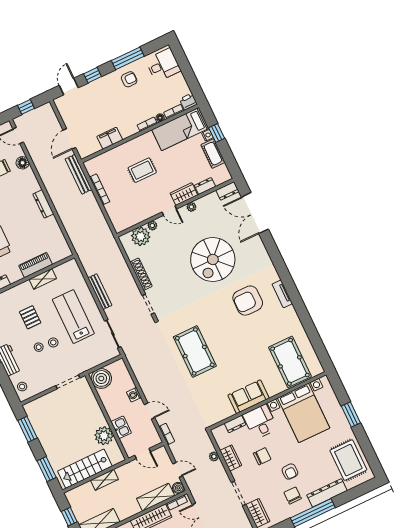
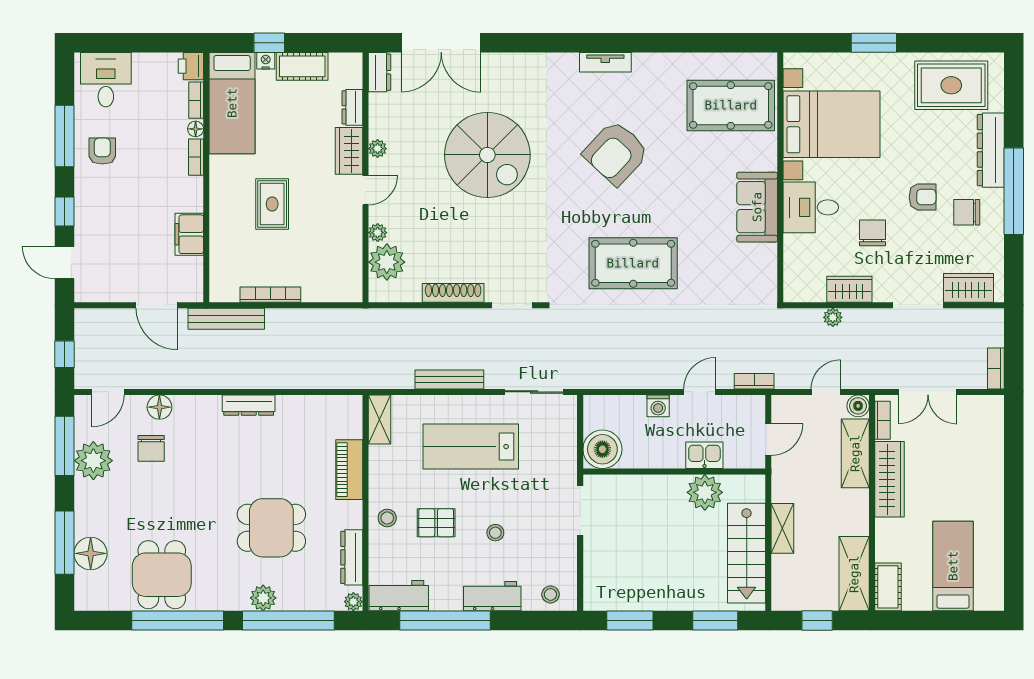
shelving: (43, 279) -> (379, 419), moved
armchair: (248, 301) -> (616, 153), moved, turned 43
stool: (53, 342) -> (387, 518), moved
dresser: (235, 424) -> (794, 253), removed

